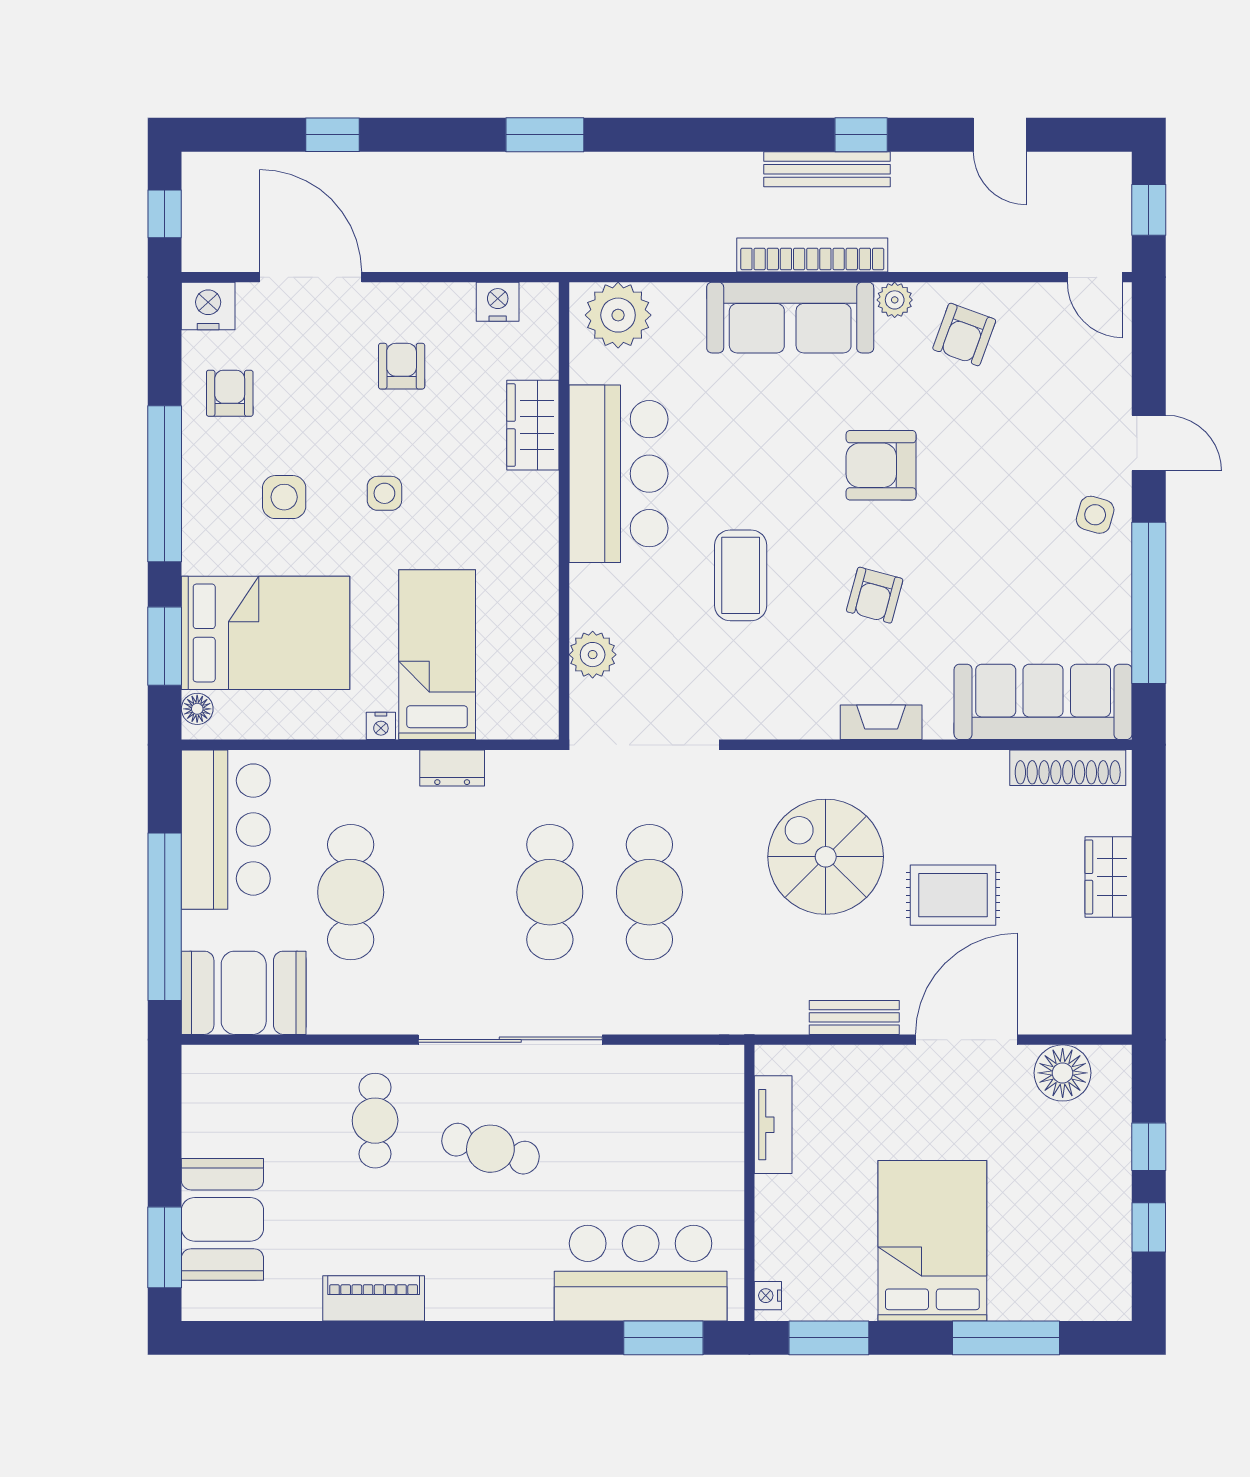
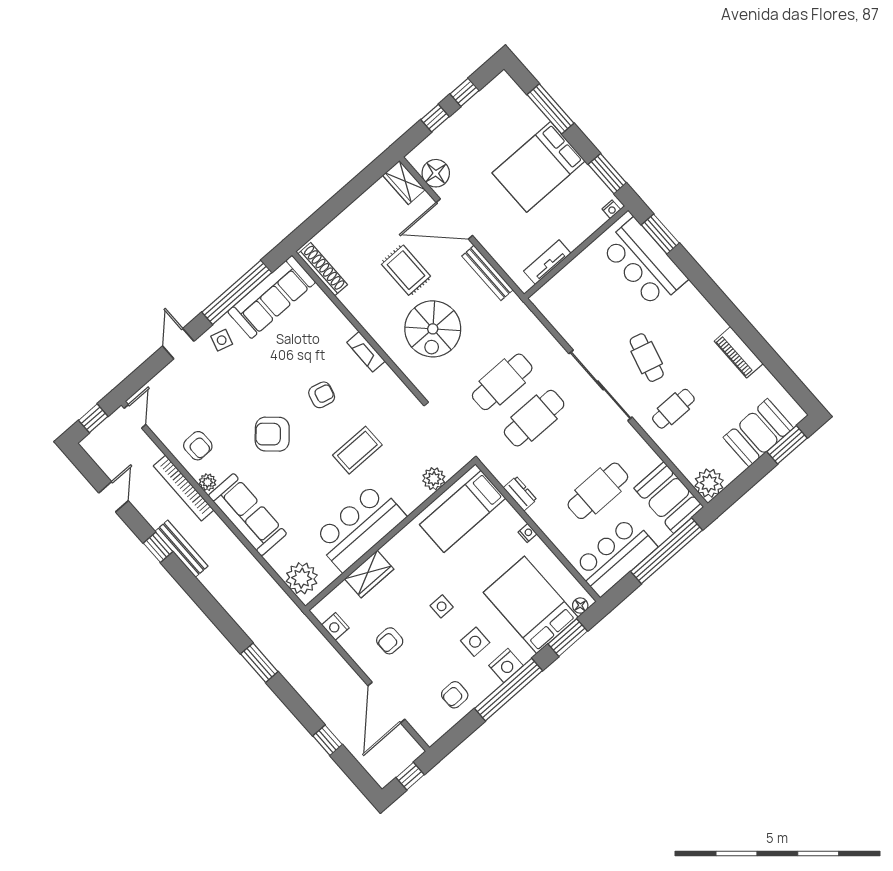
bookcase: (812, 255) -> (184, 488), moved
nightstand: (208, 306) -> (506, 666), moved, turned -90
armchair: (964, 334) -> (198, 446), turned 69
armchair: (881, 465) -> (272, 434), turned 132
bed: (437, 655) -> (463, 511), moved
sofa: (1043, 702) -> (272, 297), moved, turned -90
wardrobe: (1108, 877) -> (404, 182), moved, turned 90
bench: (854, 1017) -> (487, 273), width x1.36
plant: (211, 1075) -> (709, 483), added

